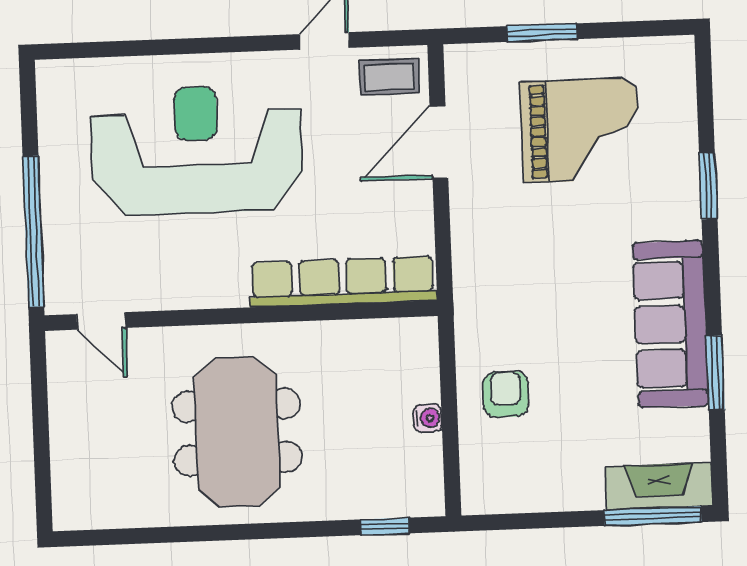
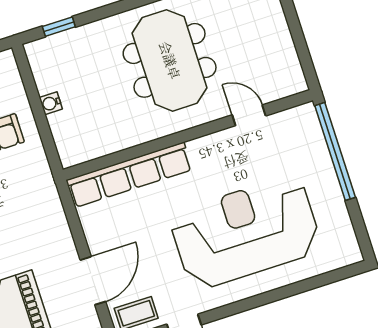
reception desk: (197, 150) -> (245, 232), turned 180
door: (101, 321) -> (249, 115), moved

